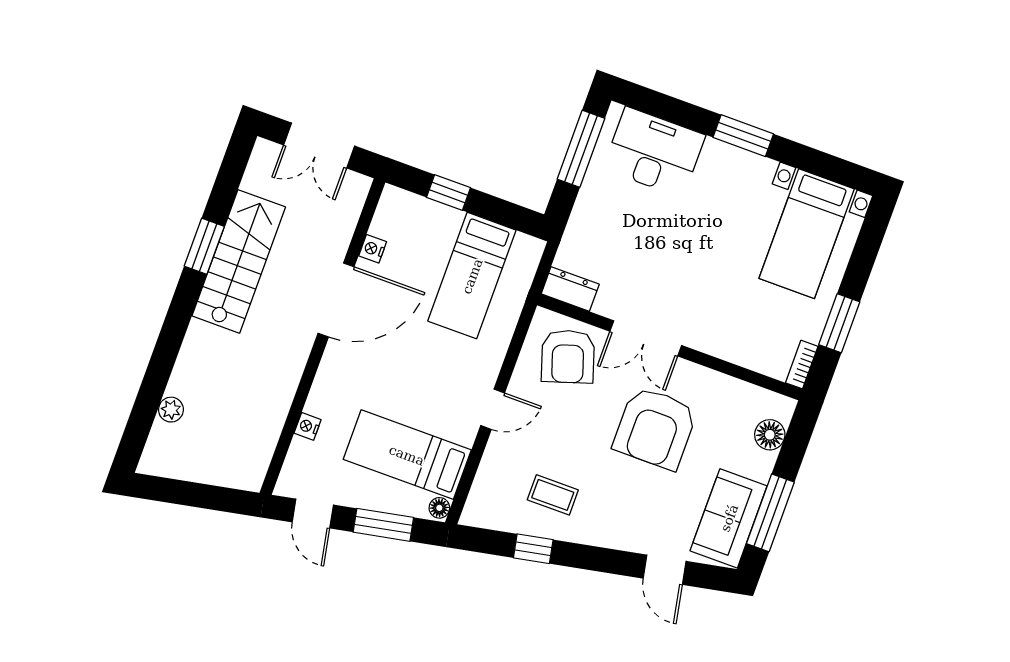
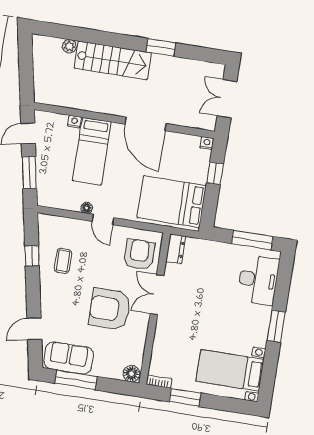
nightstand: (373, 249) -> (207, 143), moved
stairs: (239, 261) -> (113, 60), moved
bed: (472, 276) -> (172, 202), width x1.50
armchair: (568, 357) -> (139, 255), turned 108
floor lamp: (770, 435) -> (132, 374), moved
bed: (407, 455) -> (92, 151), moved, turned 180
floor lamp: (439, 508) -> (87, 208), moved

